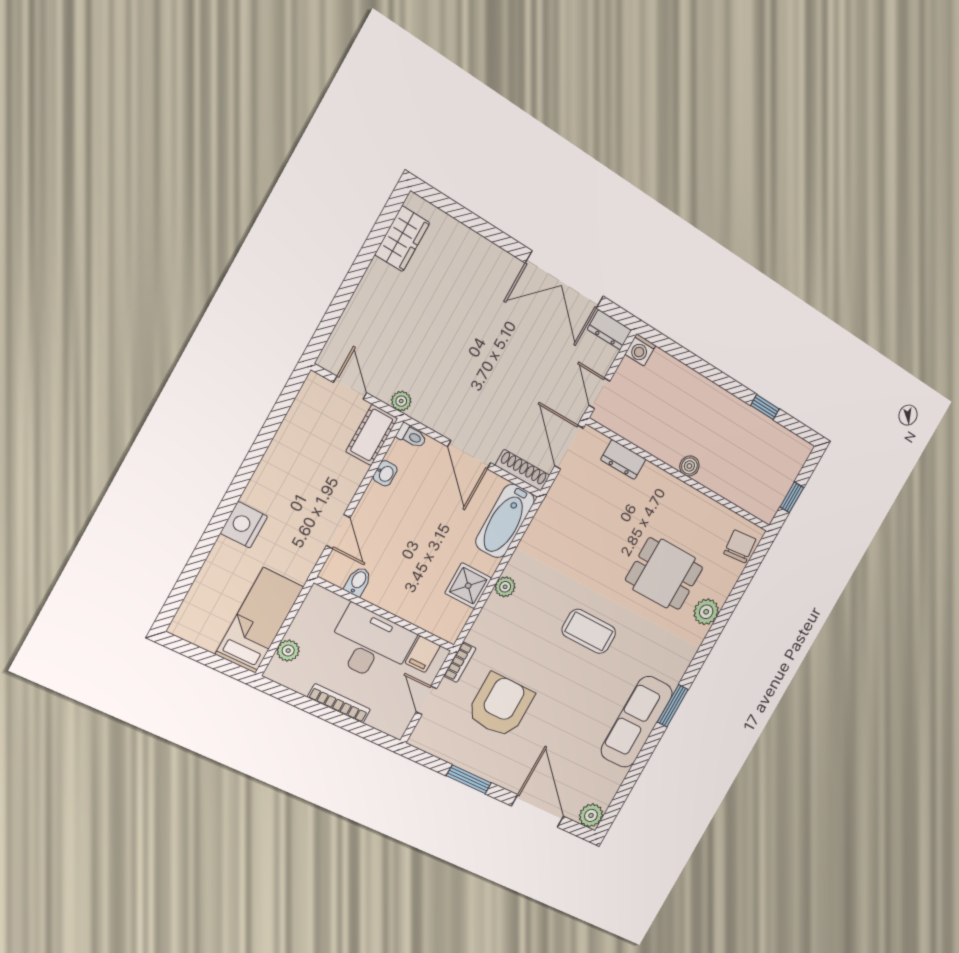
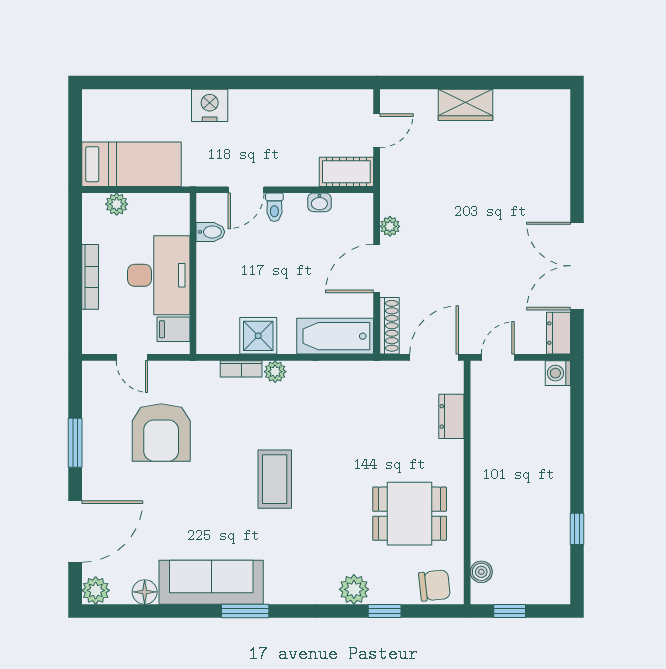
wardrobe: (402, 239) -> (466, 105), moved
plant: (401, 401) -> (390, 226), moved
toilet: (411, 436) -> (274, 207), moved
boiler: (689, 466) -> (481, 572), moved
dining table: (664, 574) -> (410, 514), moved, turned 90
window: (735, 596) -> (385, 611), added
bookcase: (460, 662) -> (241, 369), moved
door: (426, 700) -> (132, 357), swing flipped
armchair: (500, 705) -> (161, 432), turned 90
floor lamp: (614, 778) -> (145, 592), added

